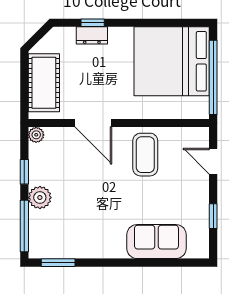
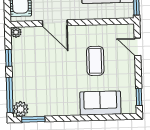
coffee table: (145, 155) -> (95, 61), moved
plant: (40, 198) -> (21, 109), moved
window: (213, 216) -> (139, 97), moved

